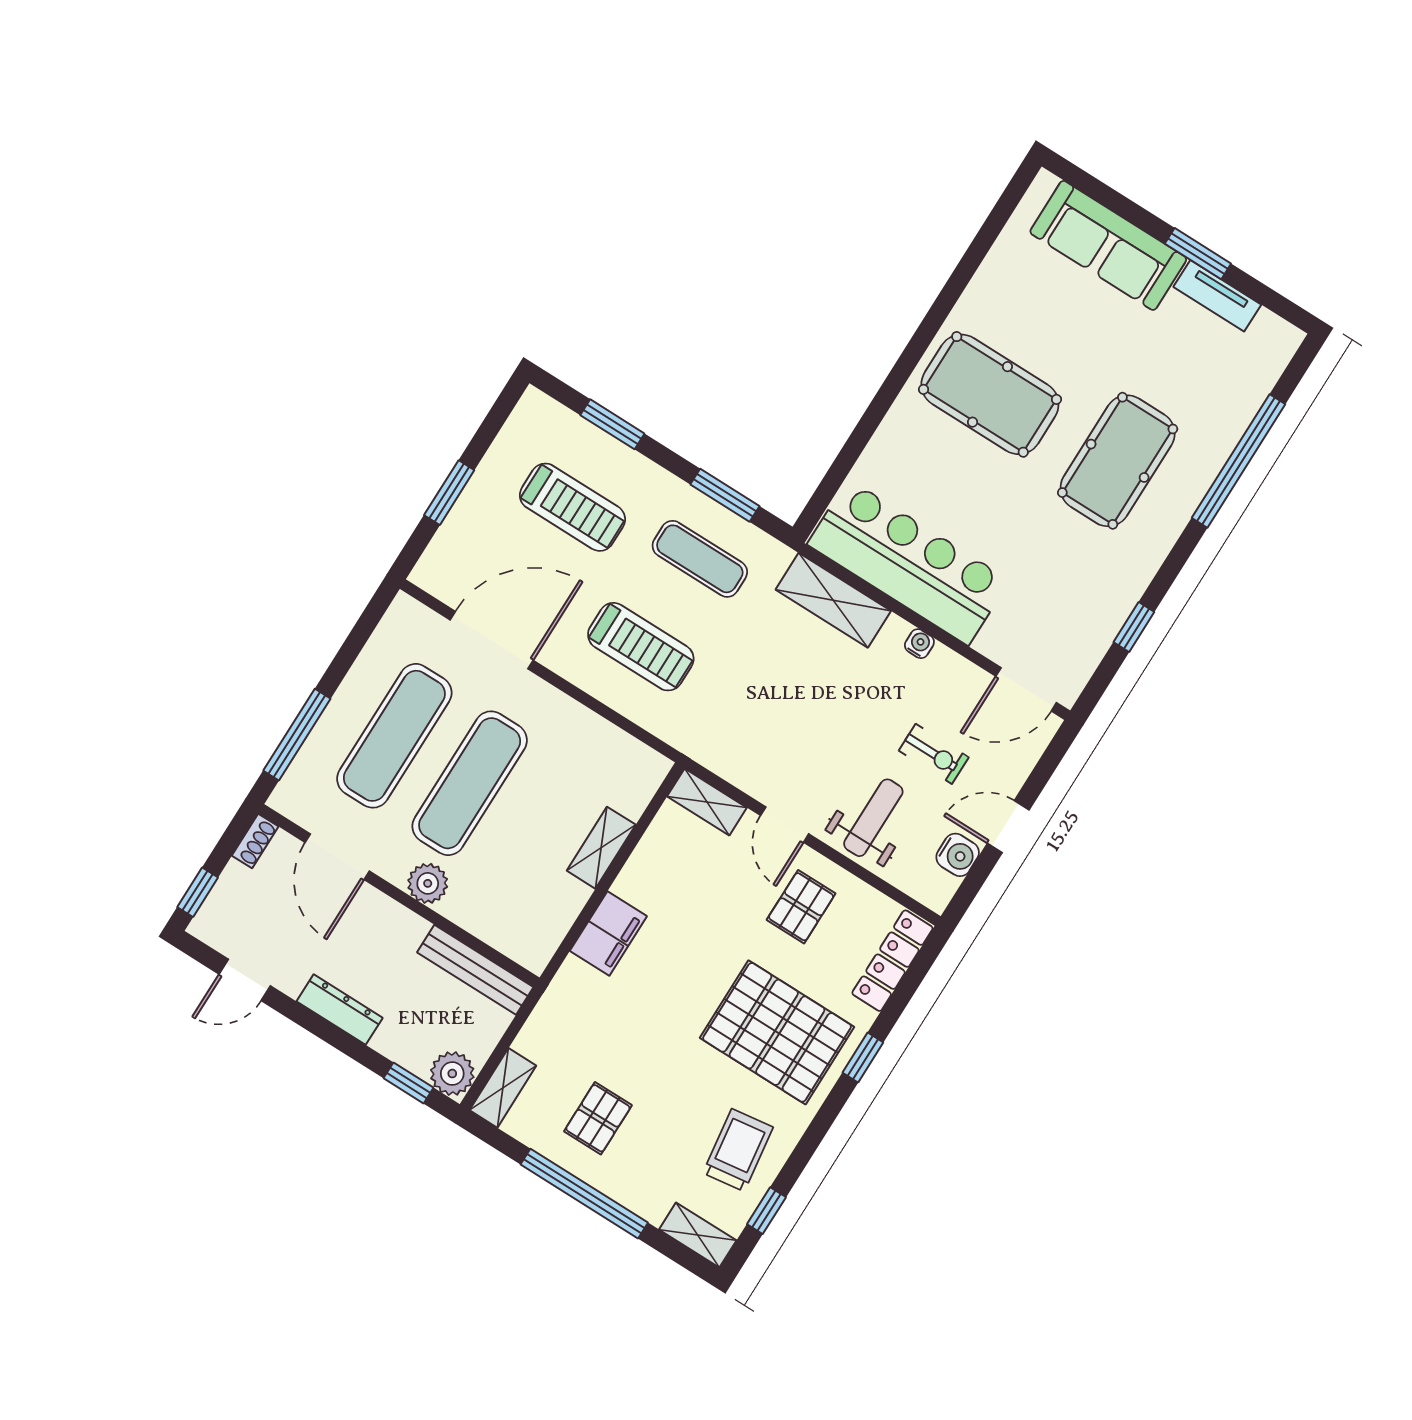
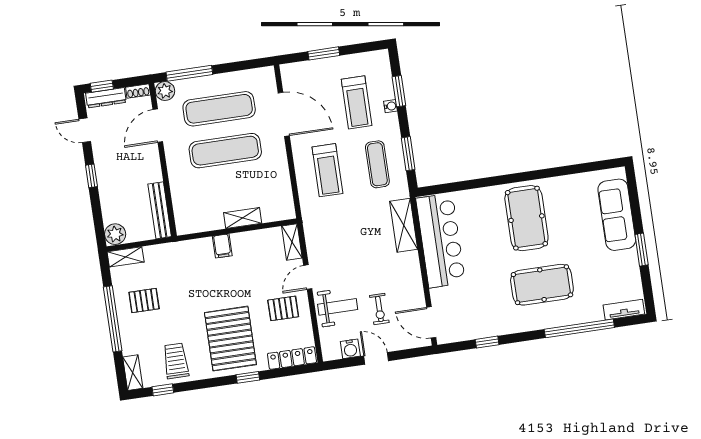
tv unit: (1217, 296) -> (624, 310), moved, turned 90
water cooler: (919, 644) -> (391, 106), moved
plant: (428, 883) -> (165, 91), moved
filing cabinet: (608, 934) -> (222, 246), width x0.50
dresser: (340, 1010) -> (106, 98), moved, turned 90
window: (409, 1083) -> (91, 176), moved
trolley: (738, 1150) -> (176, 361), turned -82

